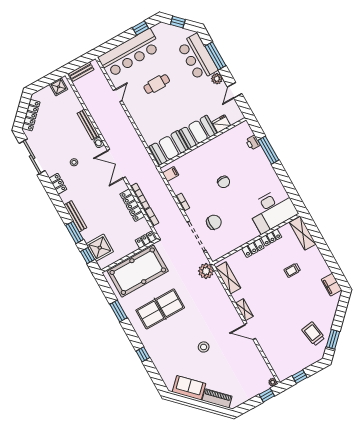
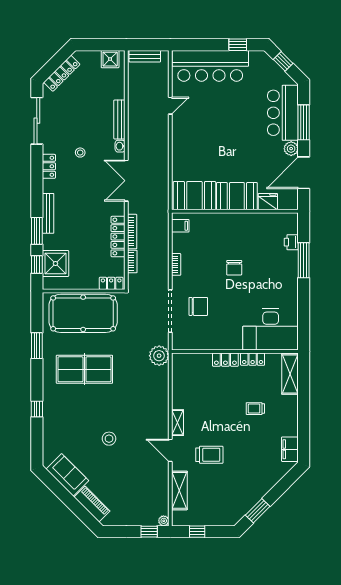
cafe table: (157, 84) -> (221, 117), removed
door: (235, 90) -> (304, 173), width x1.87
shelving: (228, 278) -> (179, 490), moved
trolley: (313, 334) -> (209, 455), moved, turned 99

